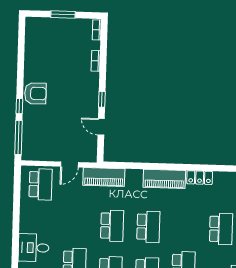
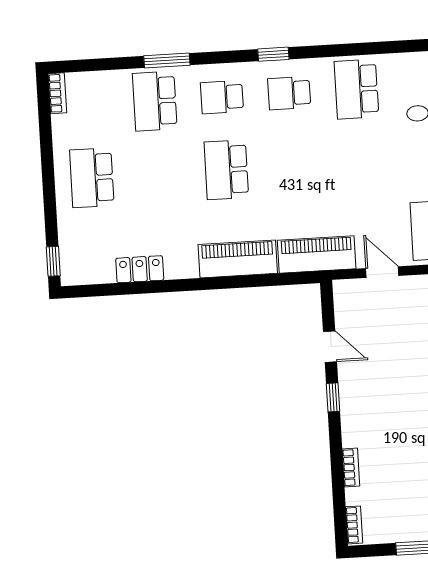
door: (69, 164) -> (382, 272), hinge flipped
piano: (164, 179) -> (238, 259), moved
school desk: (112, 226) -> (294, 166), removed

